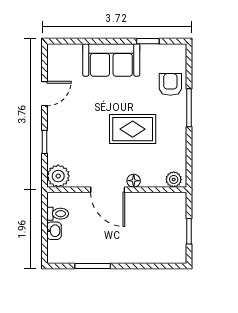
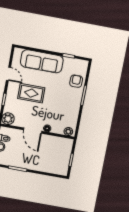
sofa: (111, 60) -> (42, 61), width x1.36
door: (44, 94) -> (8, 74), hinge flipped
rug: (133, 129) -> (31, 93), moved

